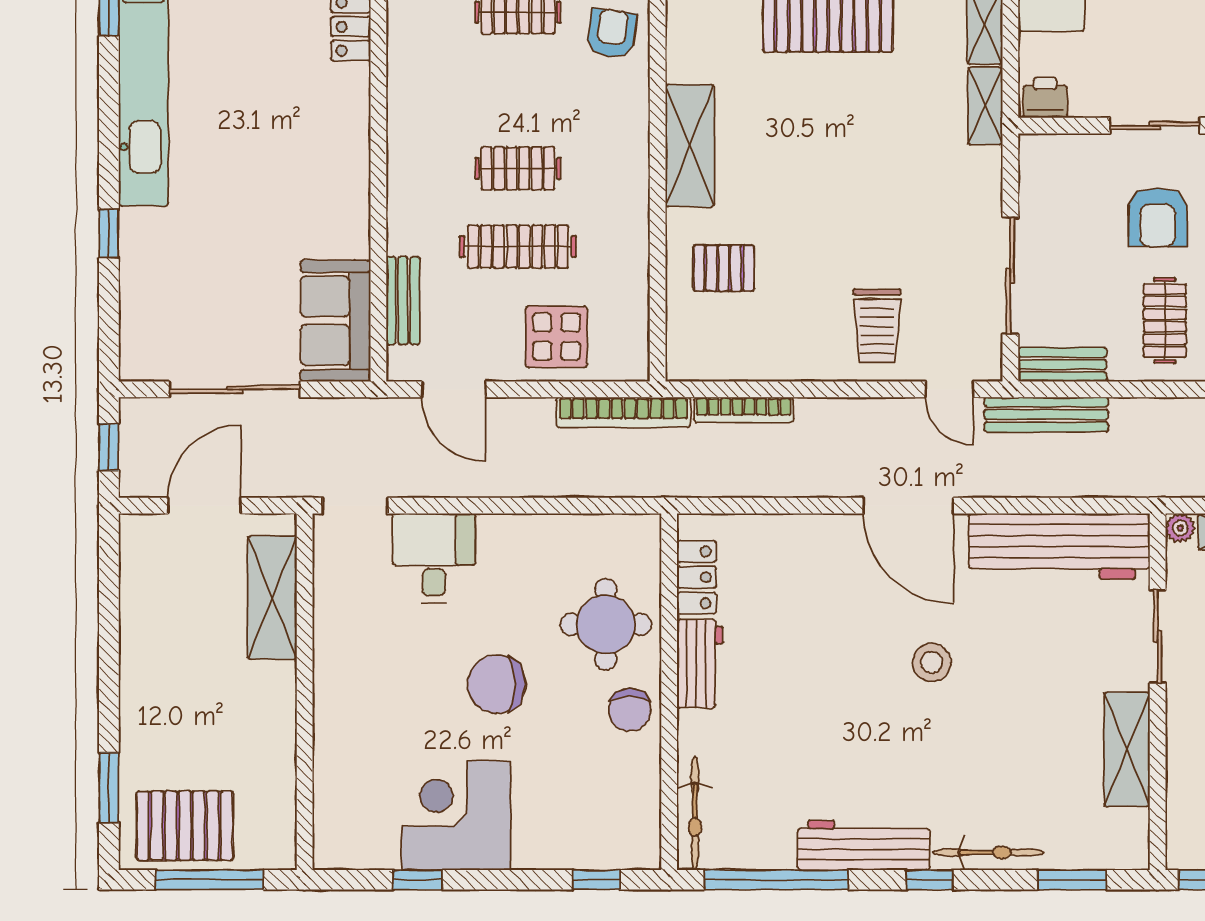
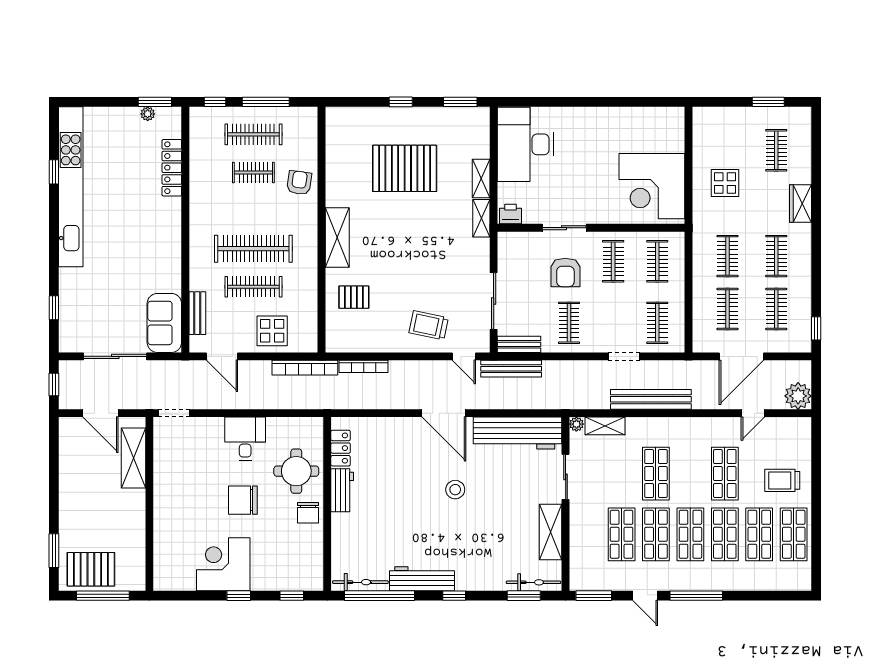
clothes rail: (518, 169) -> (253, 249), width x1.86, depth x1.31
window: (109, 234) -> (54, 308), moved
trolley: (877, 326) -> (429, 325), turned 102
door: (204, 506) -> (100, 413), swing flipped
desk: (434, 558) -> (245, 439), moved
bicycle: (695, 813) -> (360, 582), moved, turned -90
bicycle: (989, 852) -> (534, 582), moved
window: (418, 880) -> (239, 596), moved

